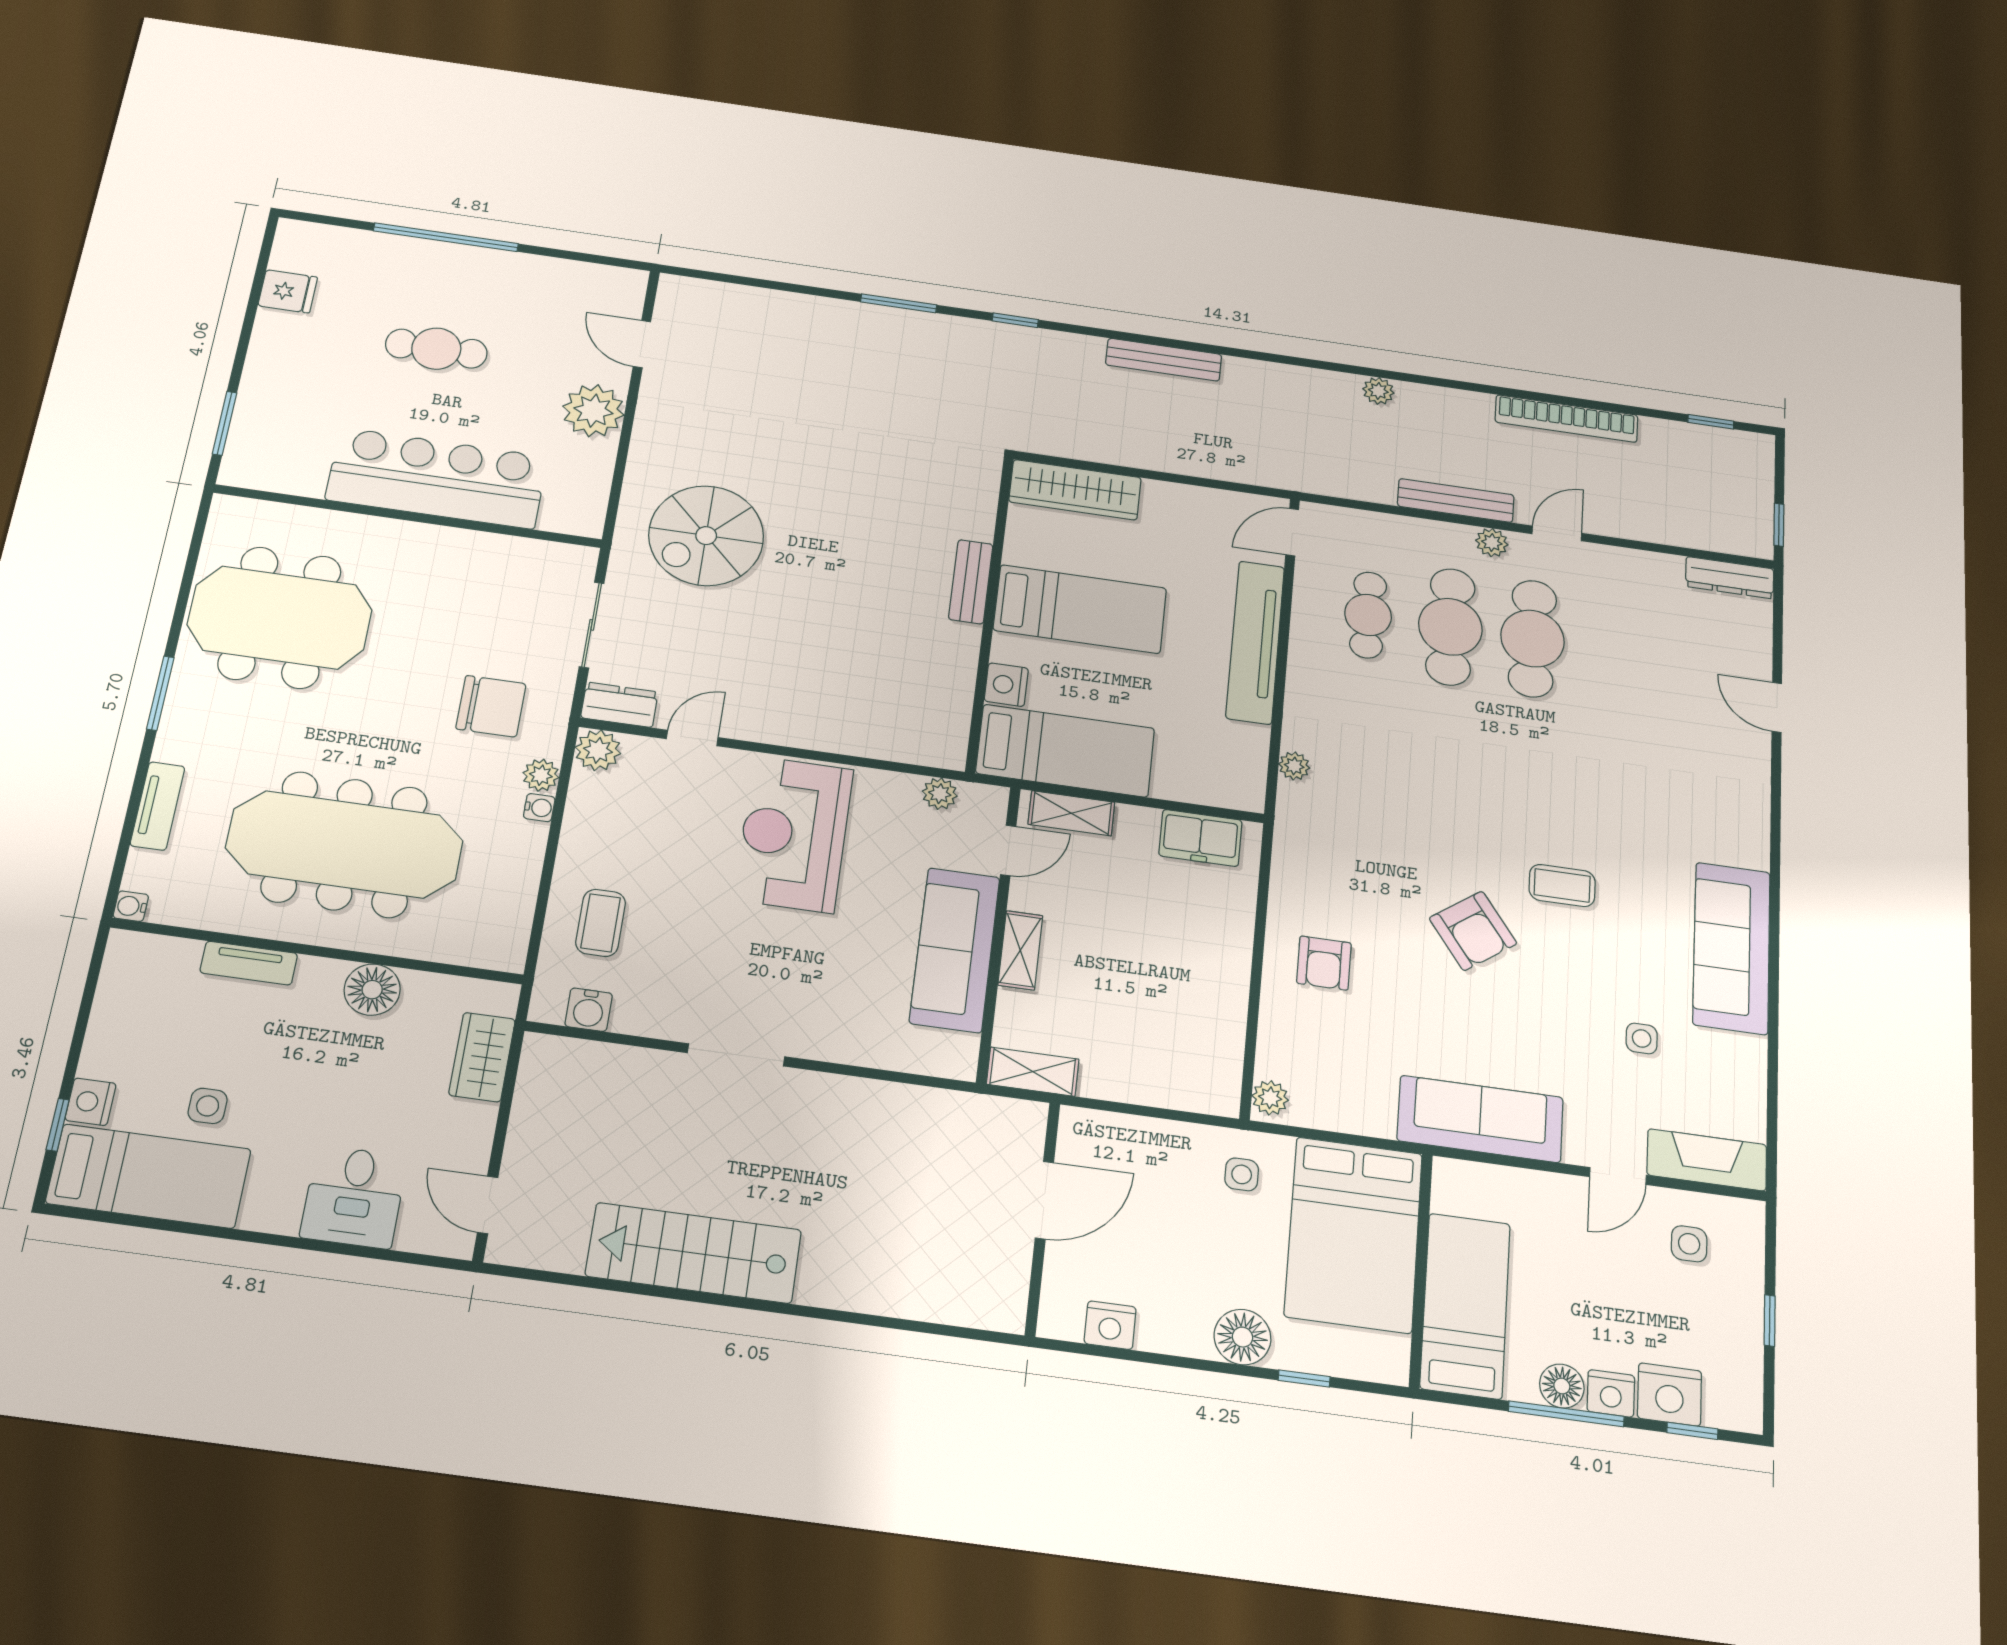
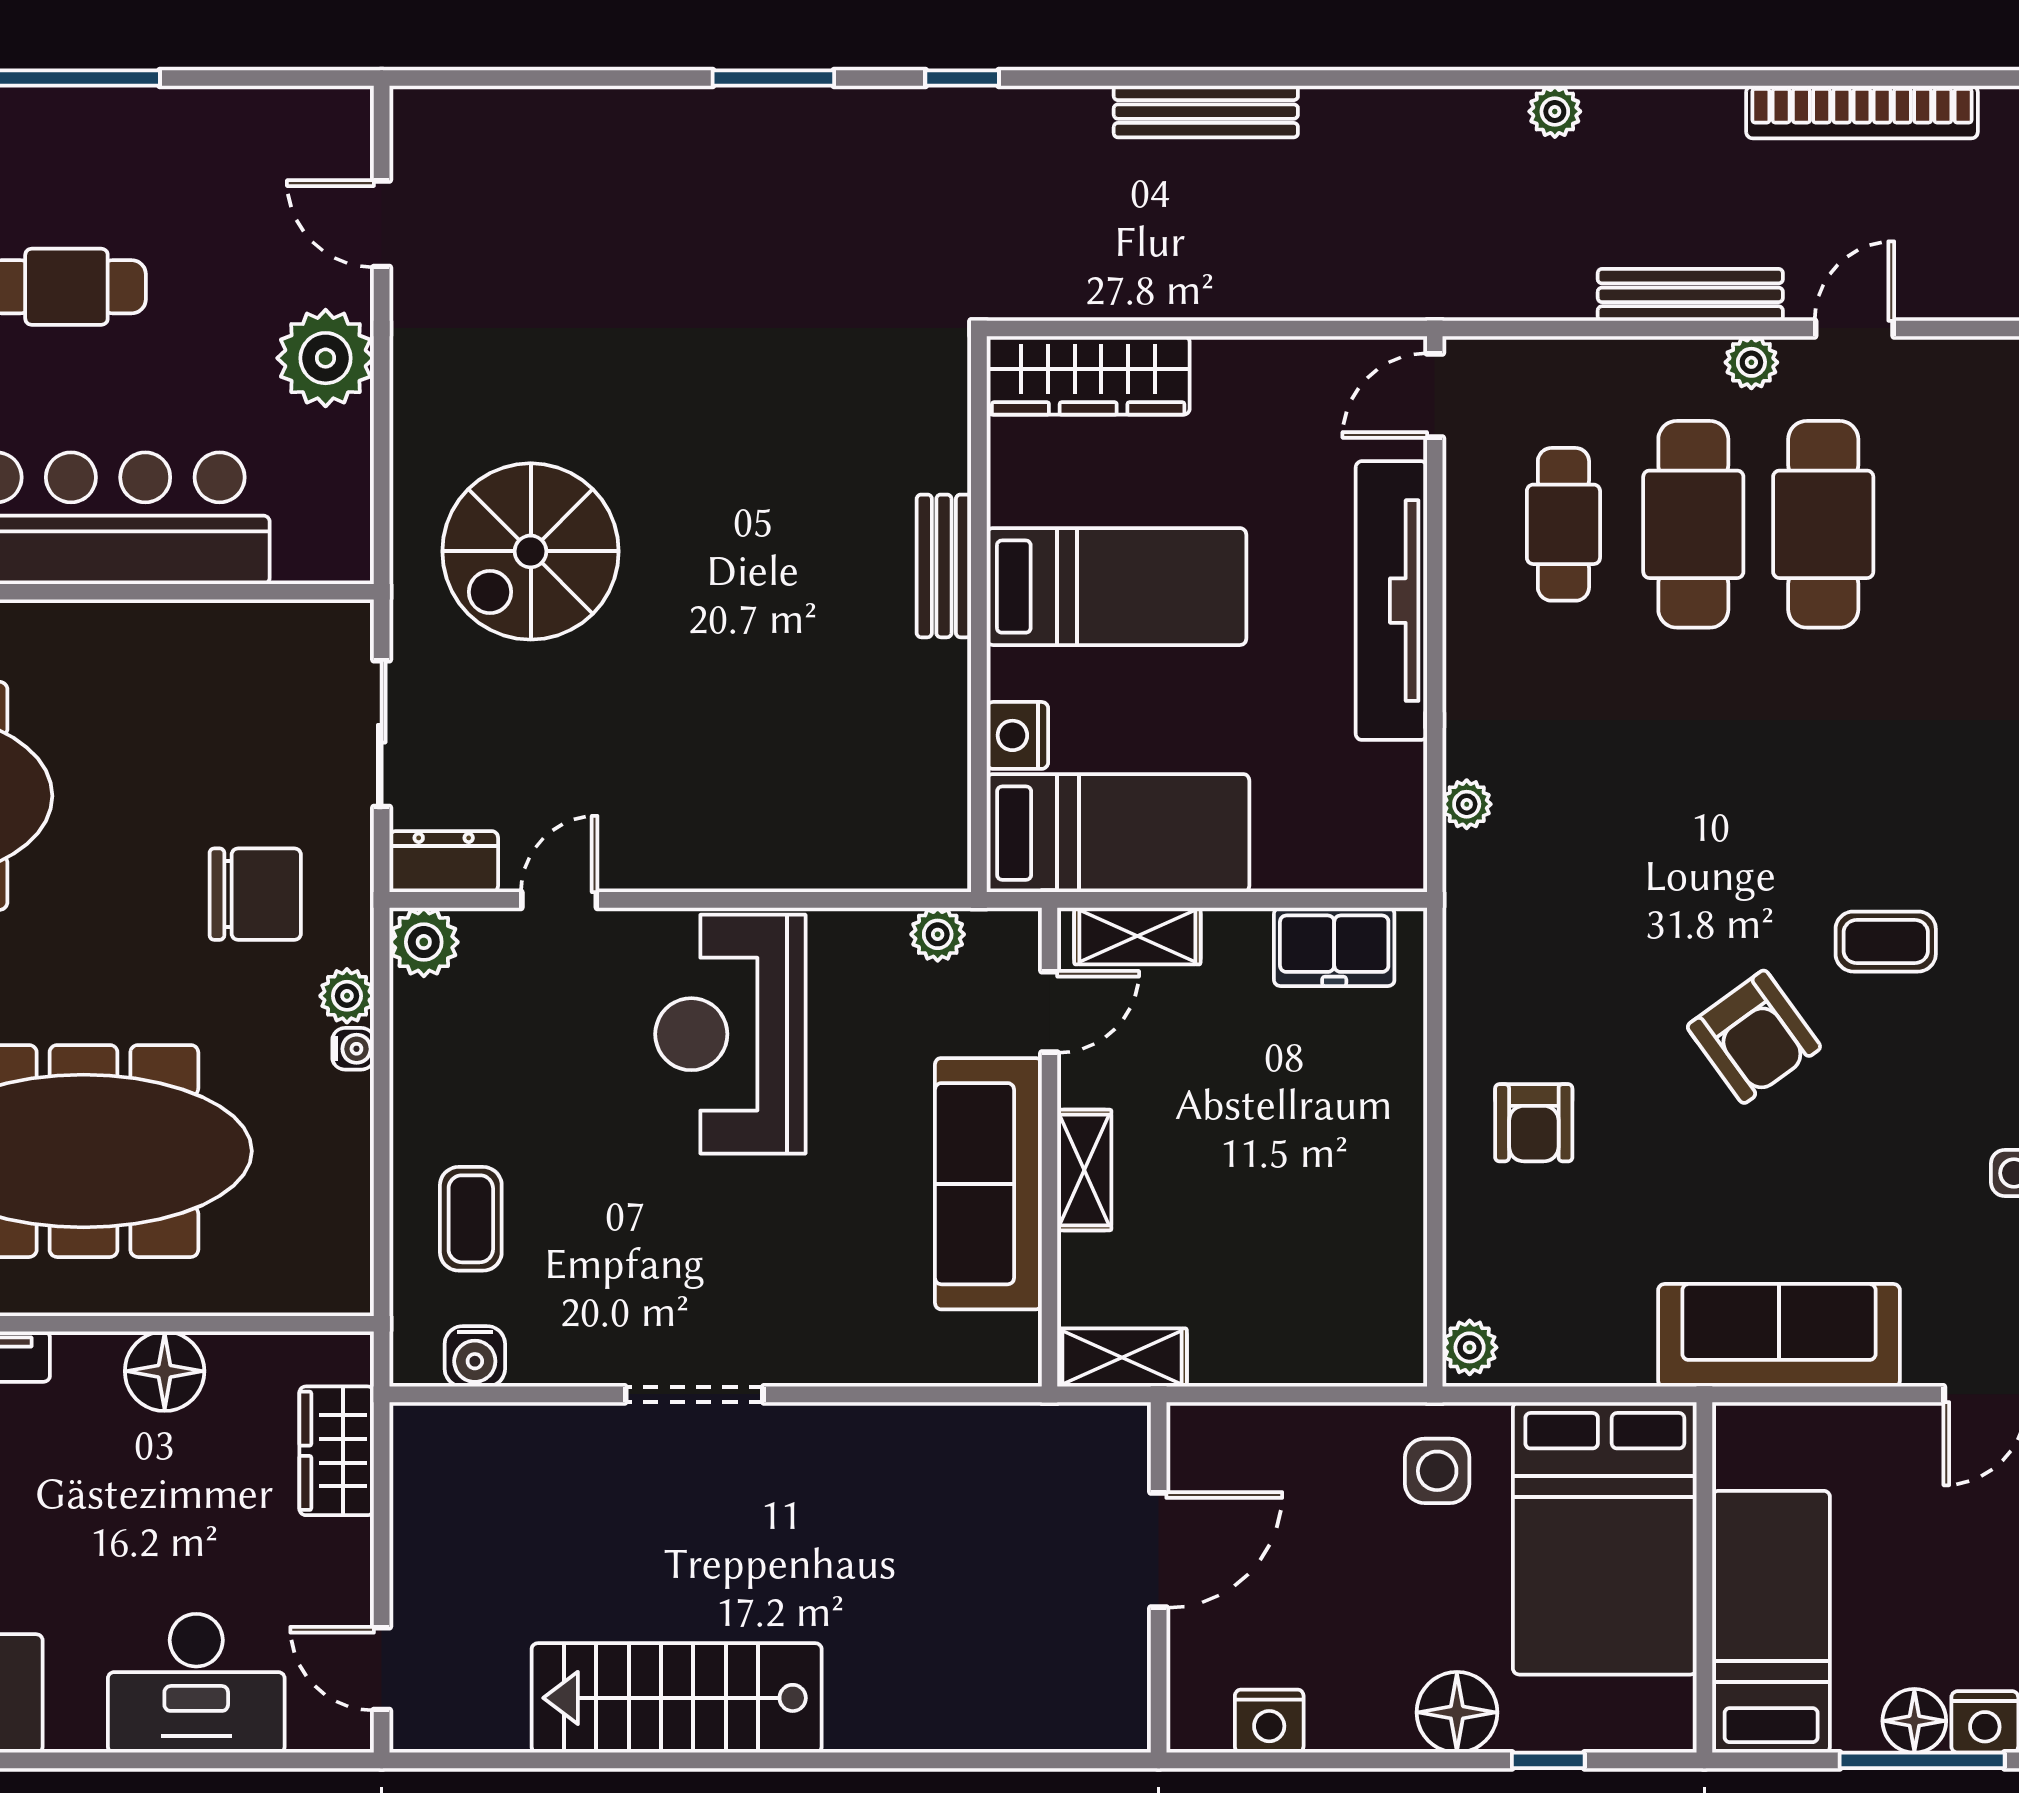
side table: (1242, 1174) -> (1437, 1471), width x1.37, depth x1.37
desk: (354, 1197) -> (196, 1683), width x1.37

